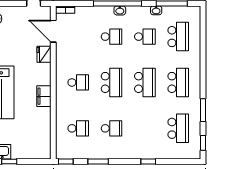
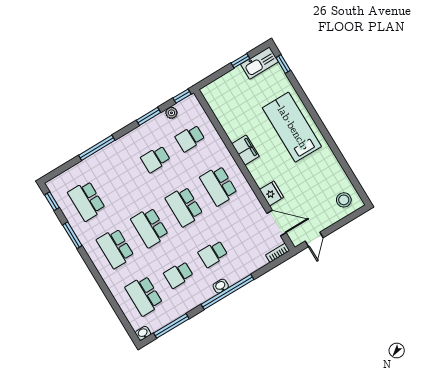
washbasin: (156, 10) -> (143, 333), moved
school desk: (78, 82) -> (219, 186), width x1.85
plant: (80, 154) -> (171, 113), added
window: (148, 162) -> (97, 148), width x2.17

